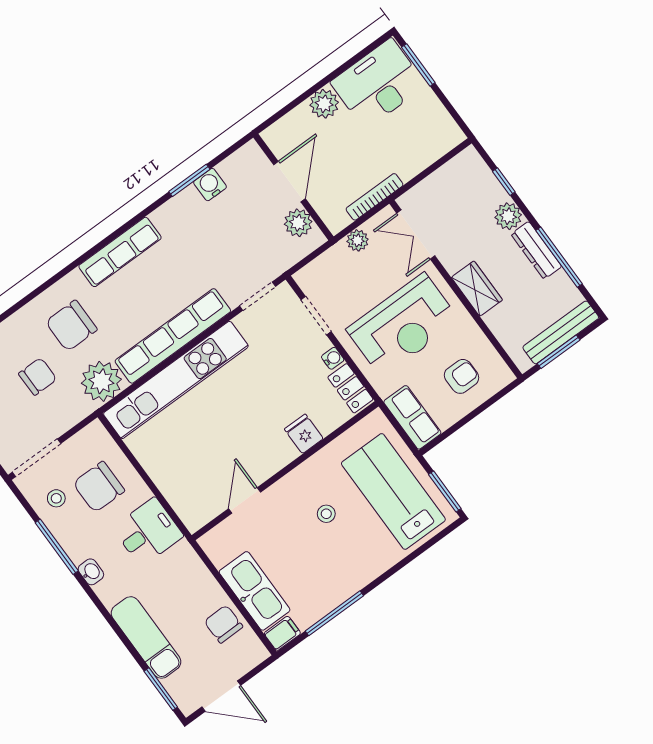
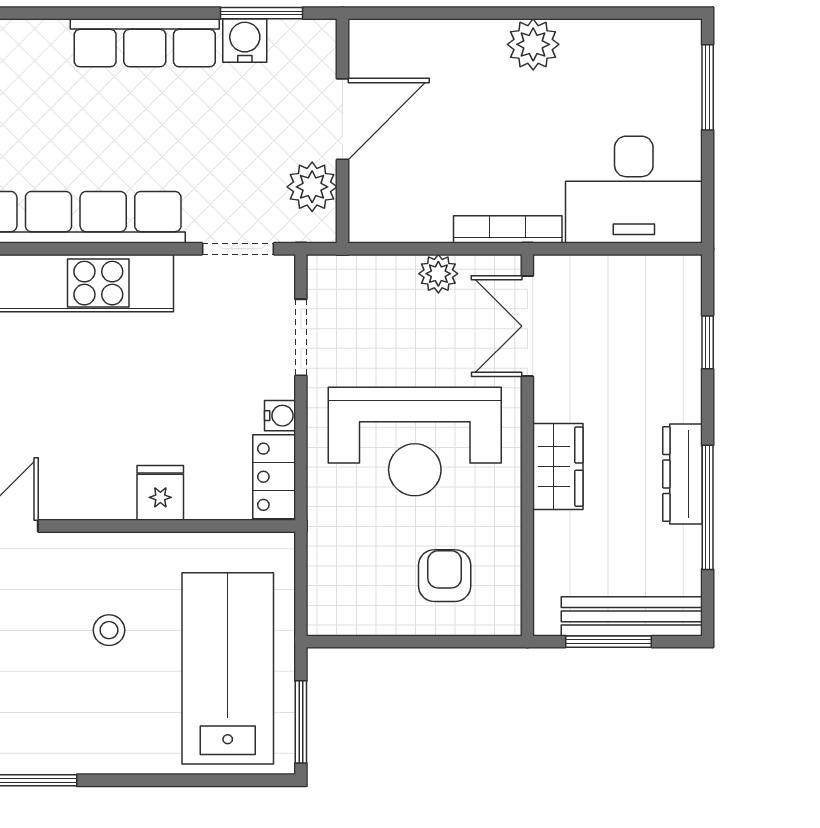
desk: (378, 84) -> (634, 190), moved, turned 180
door: (289, 182) -> (342, 119), moved
water cooler: (210, 185) -> (245, 41), moved
wall: (293, 187) -> (342, 131), moved
plant: (508, 216) -> (678, 396), removed
plant: (298, 223) -> (312, 187), moved
row of seats: (120, 252) -> (145, 43), moved
armchair: (462, 376) -> (445, 576), turned -90
row of seats: (412, 417) -> (332, 583), removed

